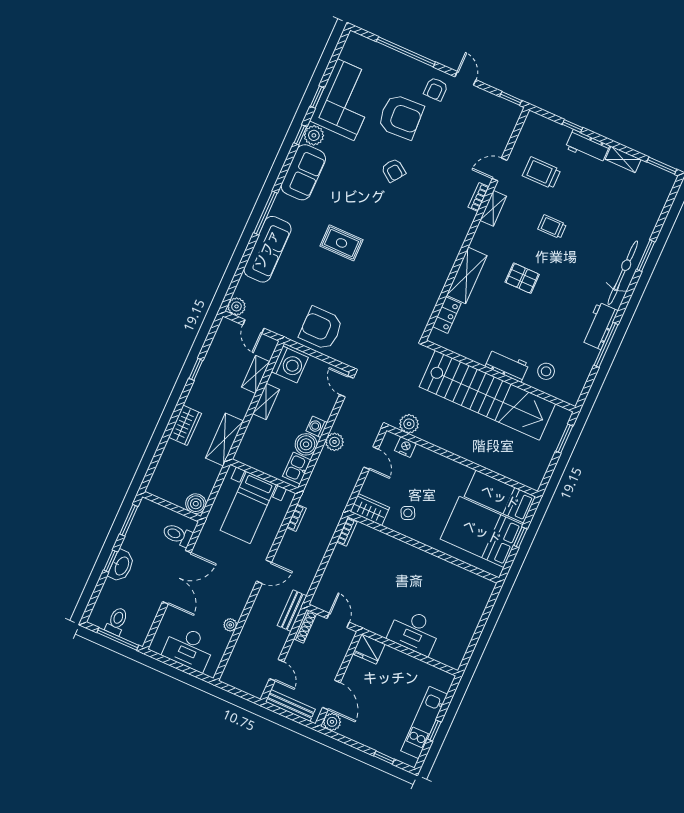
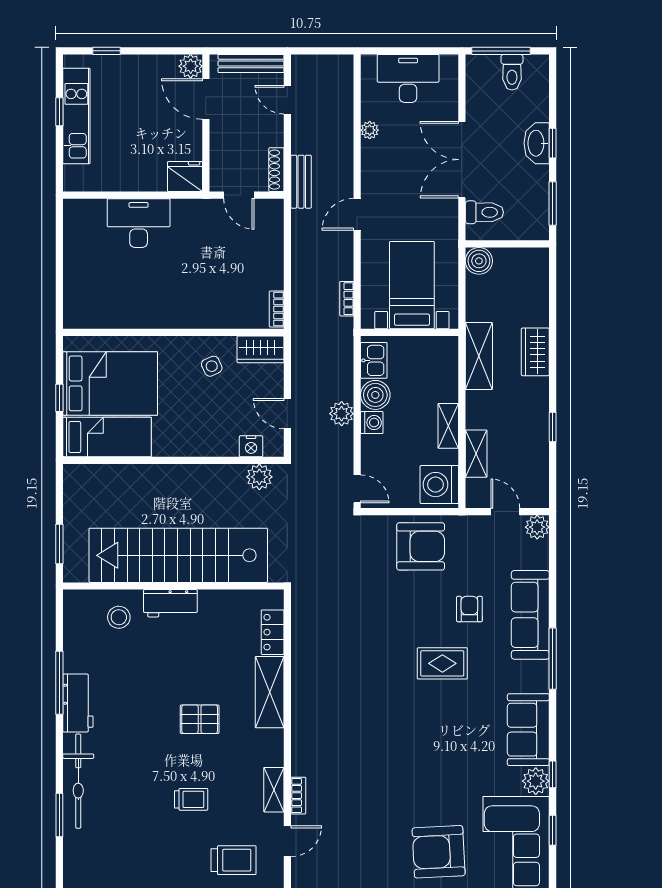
armchair: (393, 170) -> (469, 609), moved, turned 54

